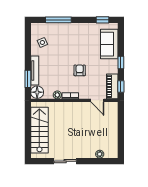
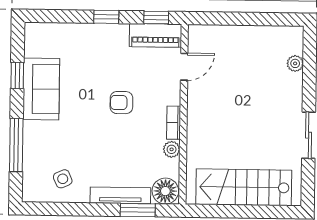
window: (102, 20) -> (17, 76), moved
sofa: (109, 44) -> (41, 89), moved, turned -90

